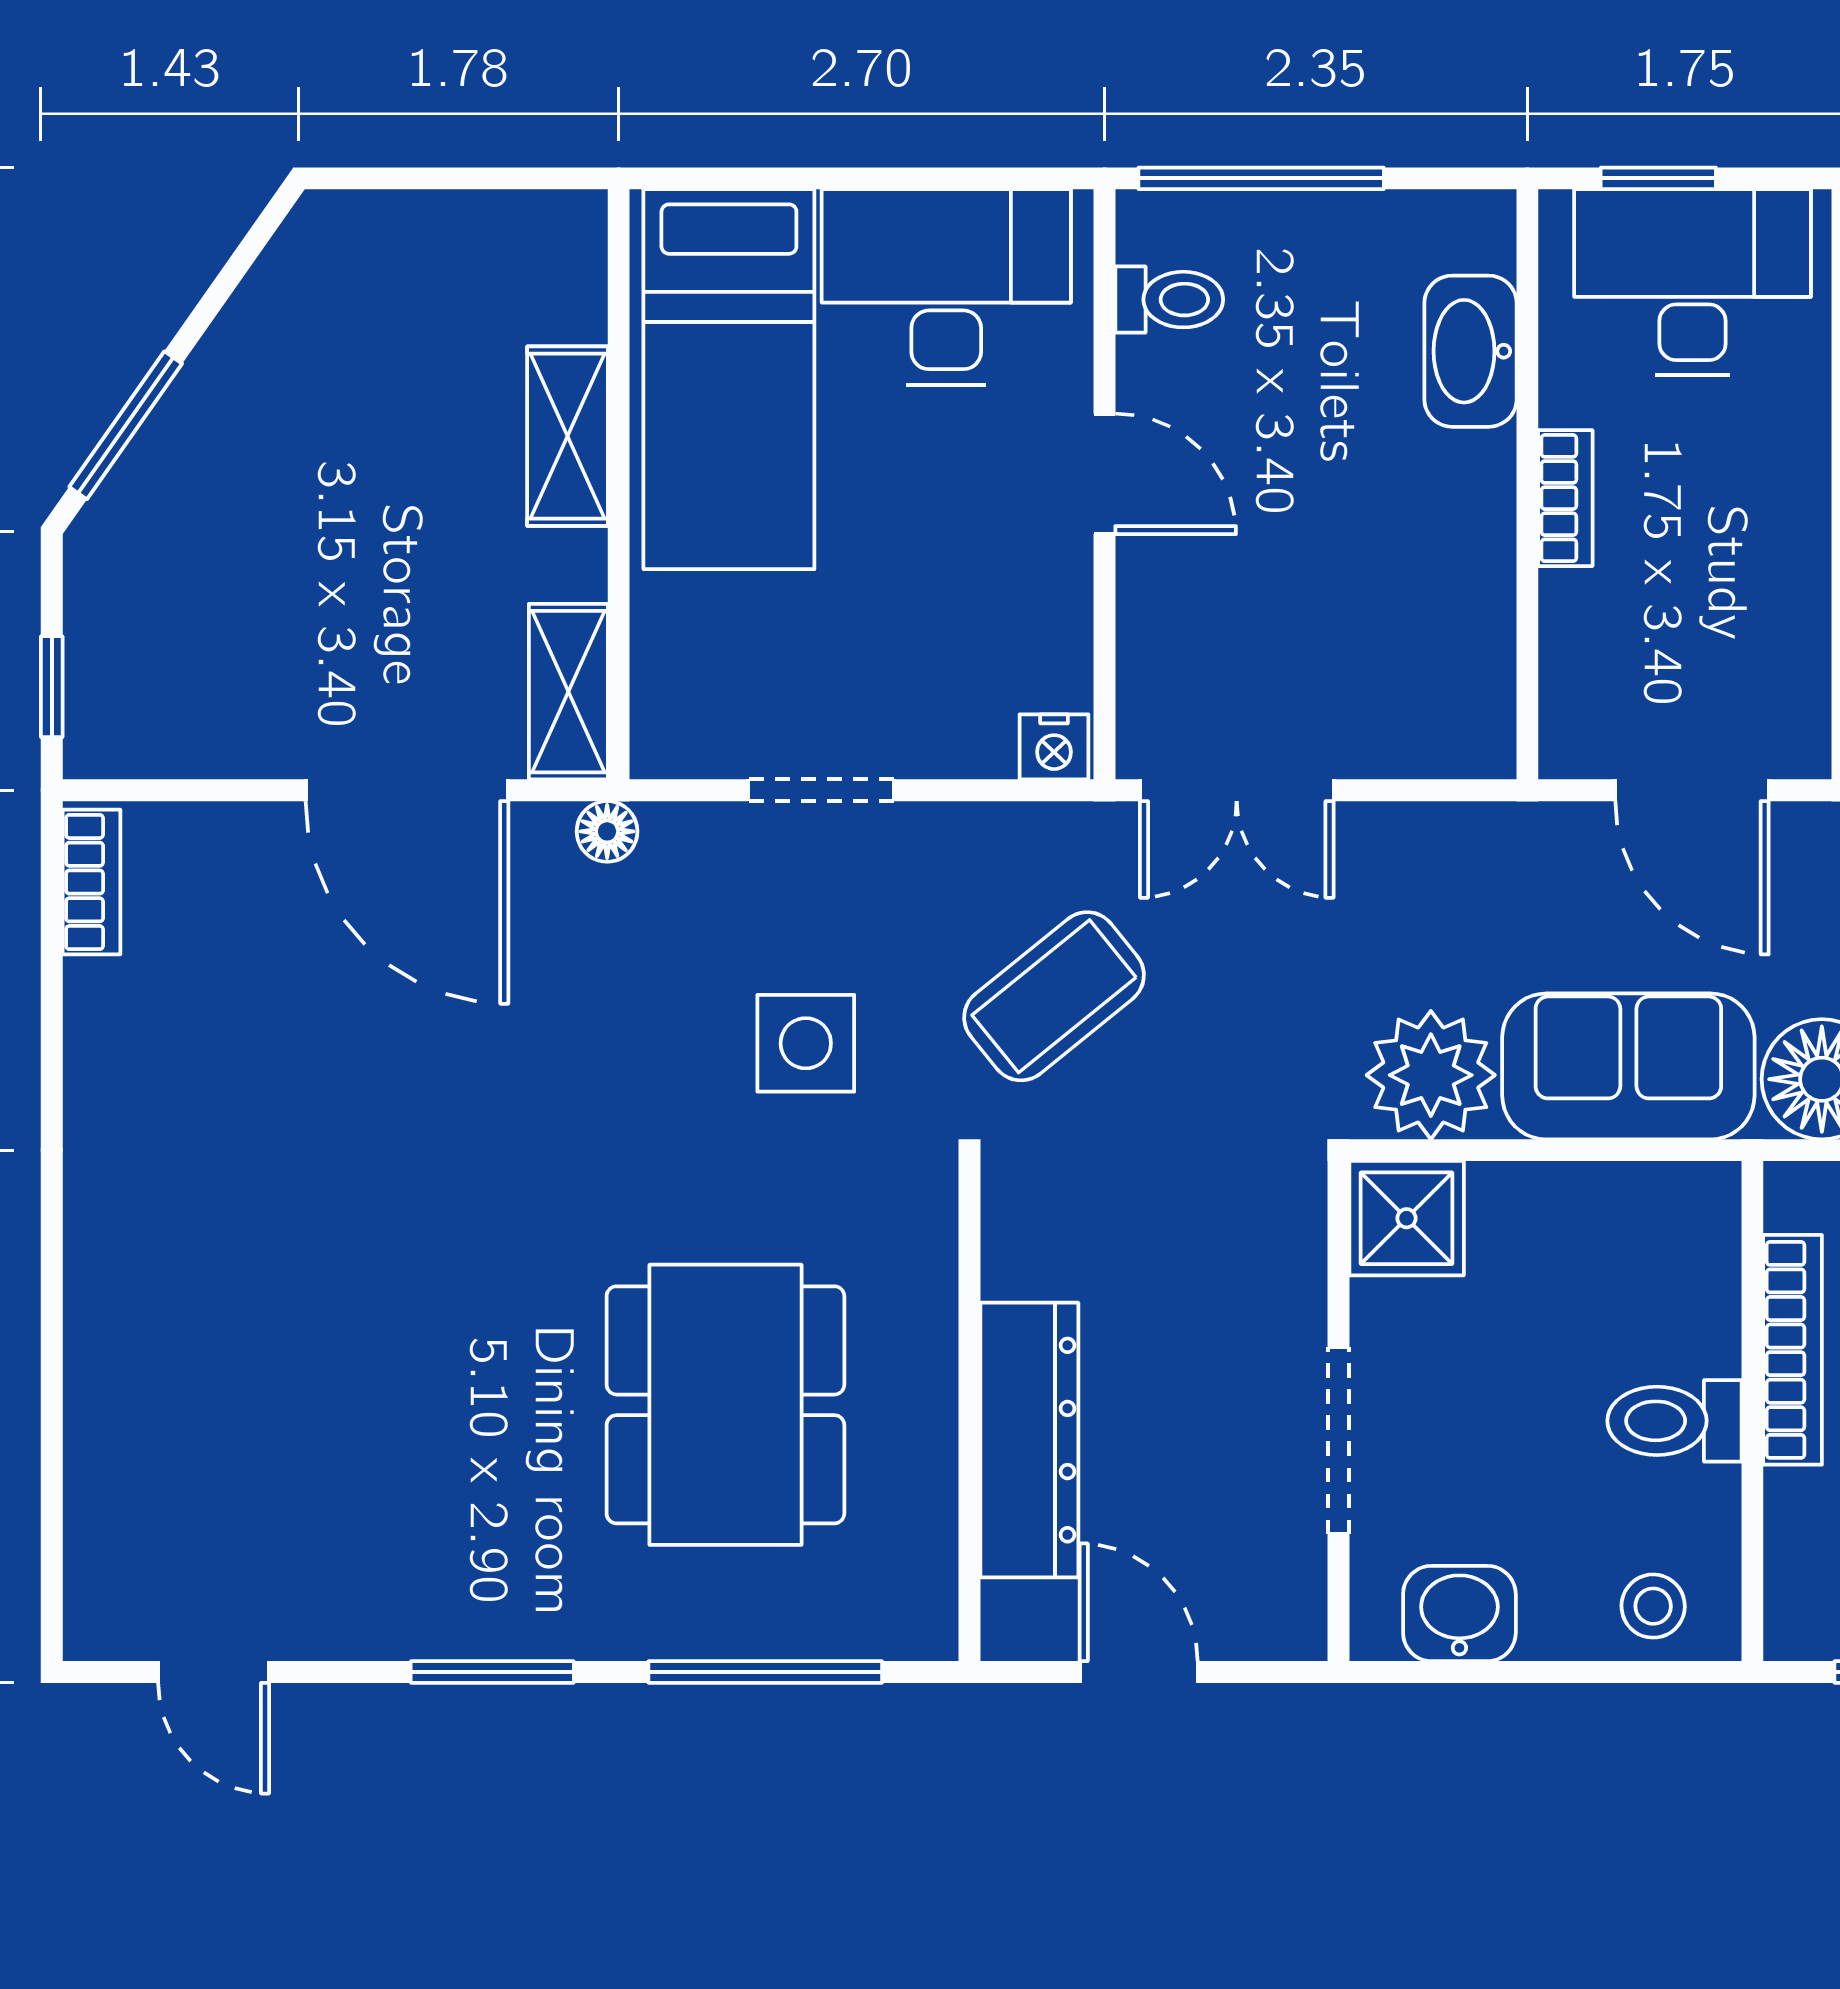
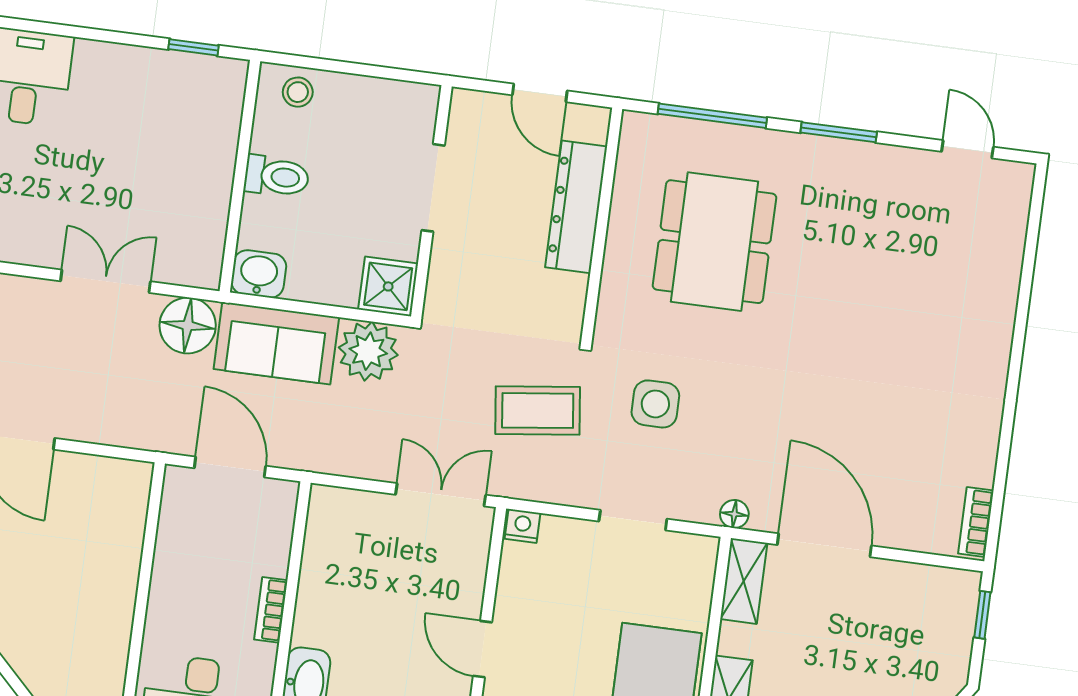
coffee table: (1054, 996) -> (538, 411), turned 32
bookcase: (1793, 1350) -> (218, 202), removed
washbasin: (1459, 1614) -> (259, 274), moved, turned 180

